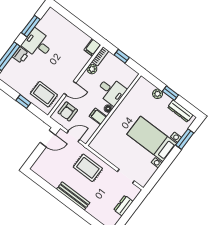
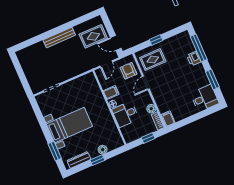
desk: (38, 44) -> (205, 98), moved
door: (48, 139) -> (116, 43), hinge flipped
rug: (88, 168) -> (93, 36), moved
dresser: (123, 206) -> (29, 73), removed

